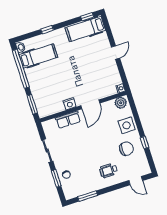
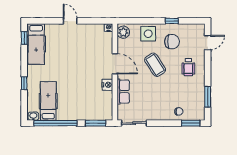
coffee table: (101, 140) -> (155, 65), added
chair: (126, 149) -> (172, 42), turned 90
sliding door: (47, 151) -> (134, 123), moved
window: (56, 178) -> (191, 123), moved

